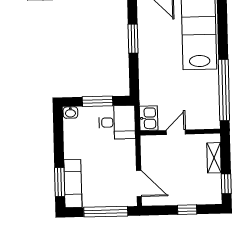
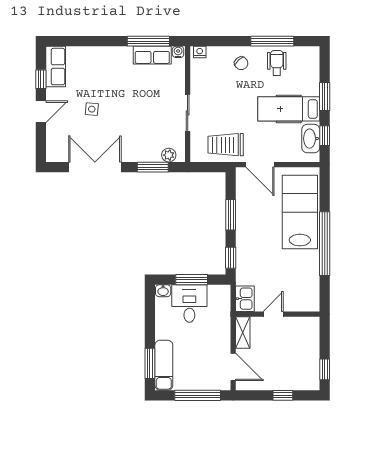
window: (134, 80) -> (231, 258), added
window: (224, 90) -> (325, 244), moved
desk: (117, 122) -> (189, 304), moved, turned -90
shelving: (214, 158) -> (243, 332), moved

